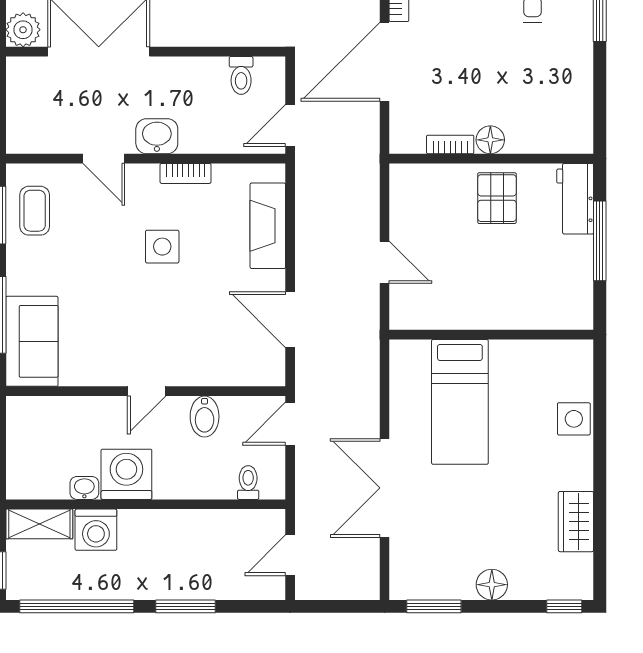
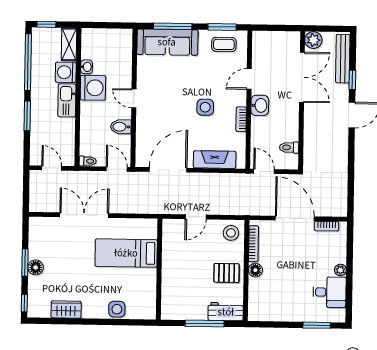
bookcase: (450, 144) -> (254, 244), width x1.56
stool: (416, 190) -> (231, 233), added
door: (290, 320) -> (168, 170), width x1.36
sofa: (32, 341) -> (167, 42), width x1.36
toilet: (248, 483) -> (88, 161), moved
kitchen sink: (153, 527) -> (67, 100), added
window: (434, 606) -> (25, 263), moved

